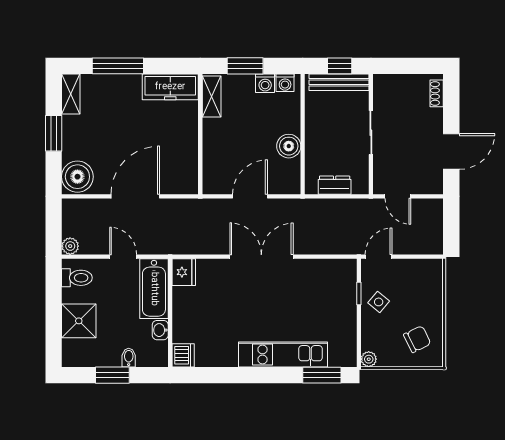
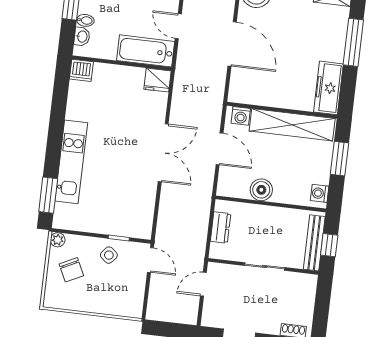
washing machine: (265, 83) -> (241, 116), moved, turned -90
shelving: (212, 96) -> (292, 125), width x2.20, depth x1.33
door: (123, 257) -> (178, 26), swing flipped
washbasin: (160, 330) -> (82, 36), moved, turned 90
chair: (417, 339) -> (71, 270), moved

